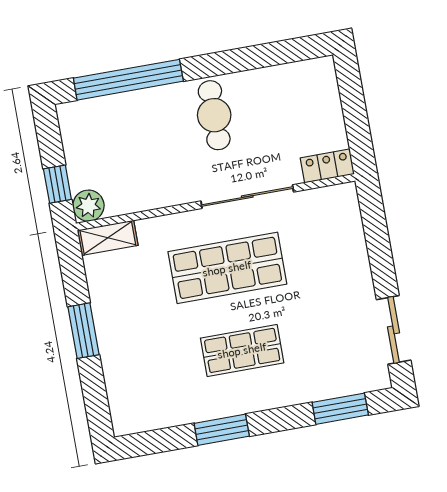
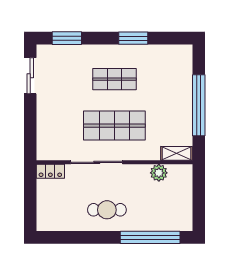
cafe table: (214, 115) -> (107, 210), turned 90
window: (57, 184) -> (199, 187), removed
plant: (88, 206) -> (159, 173), moved
window: (84, 331) -> (199, 105), width x2.11

